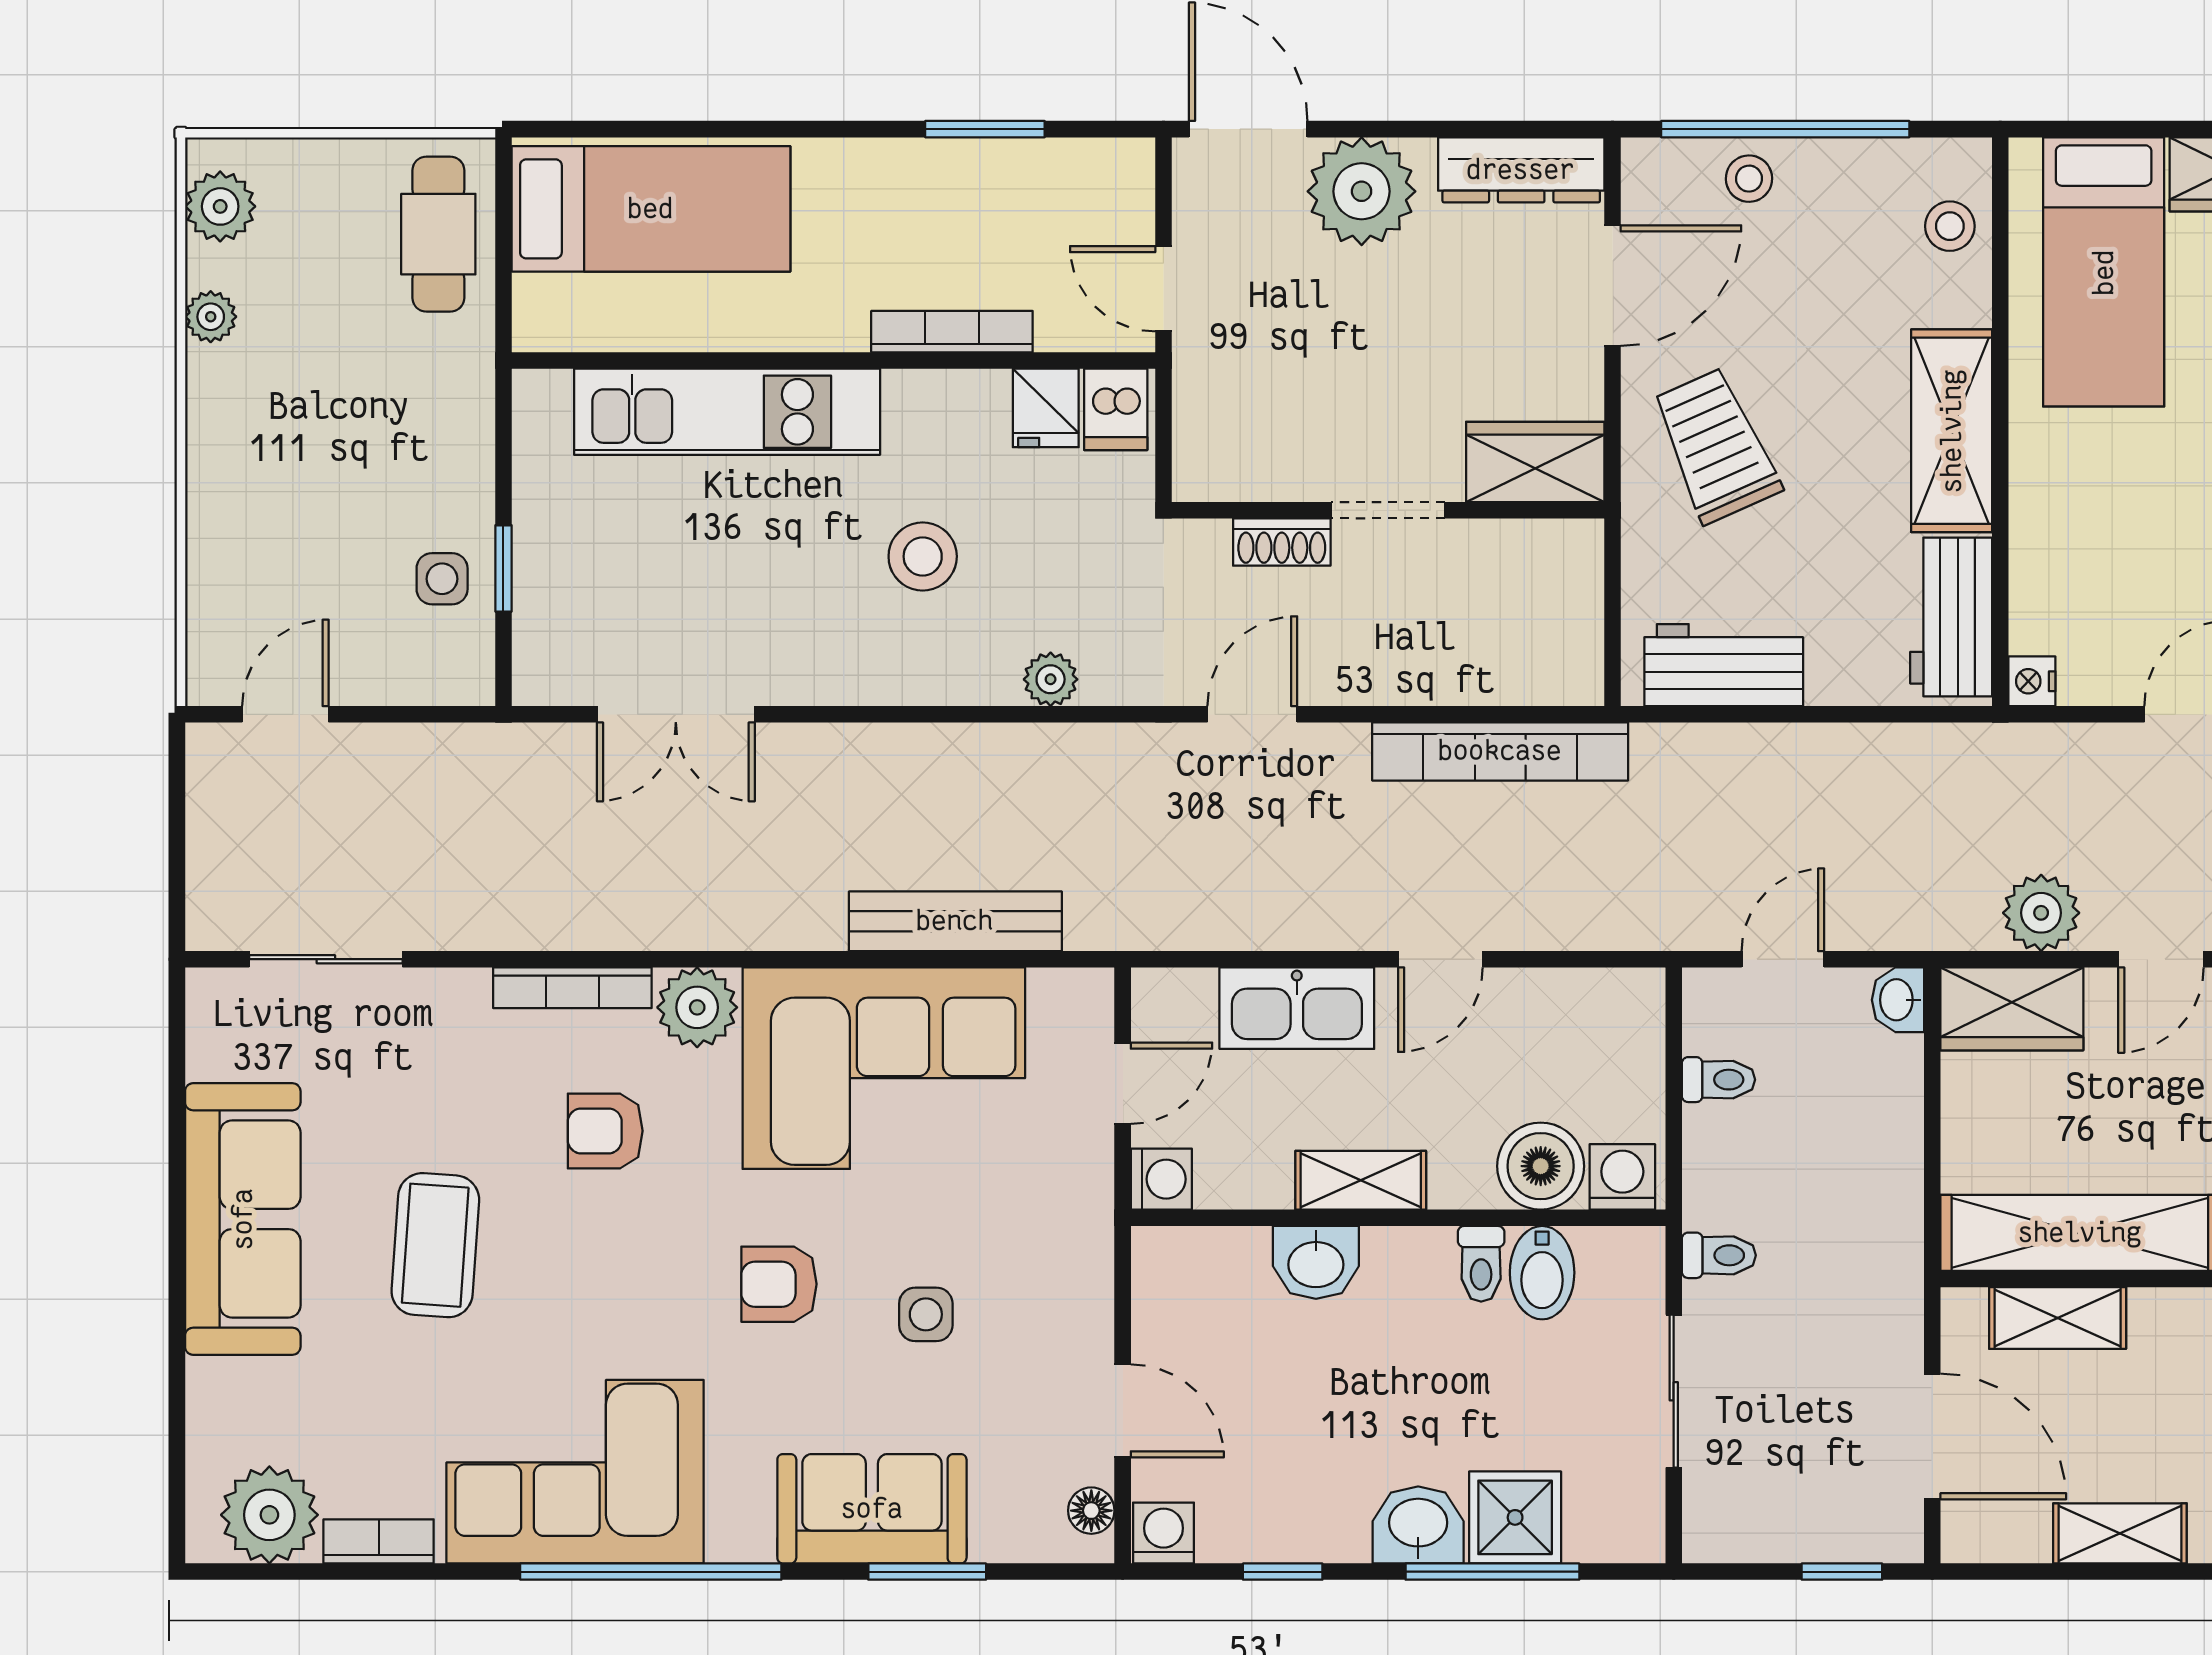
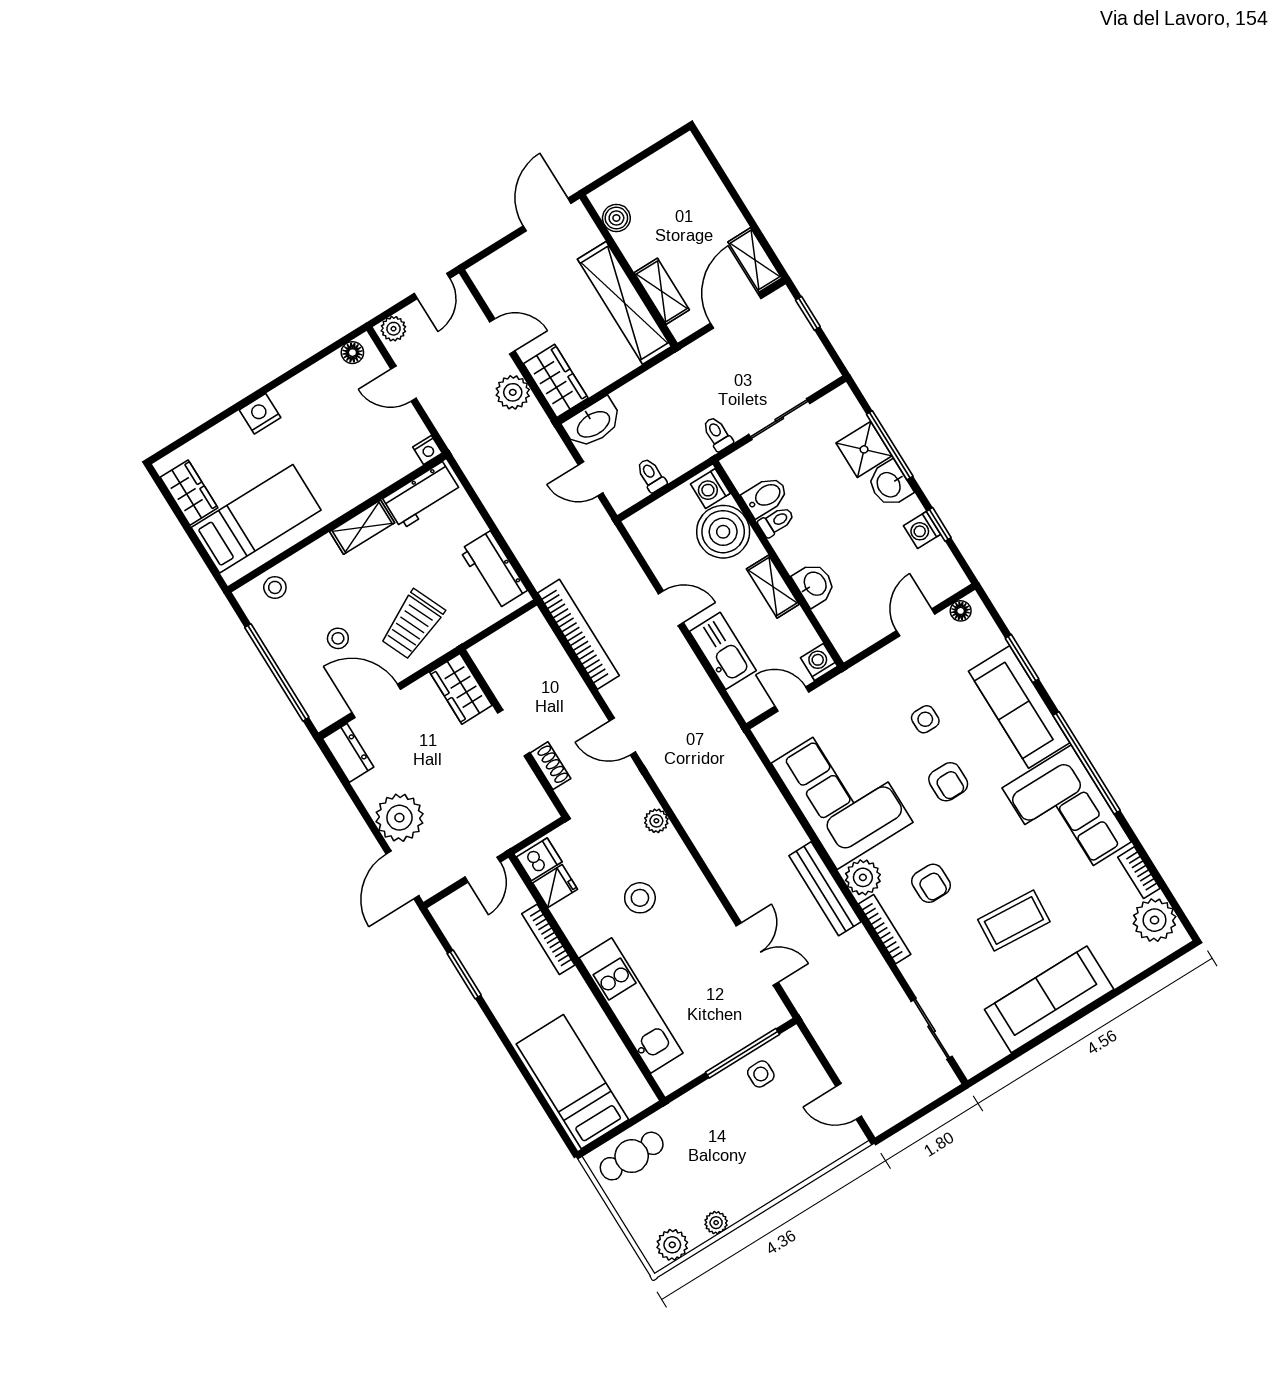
dresser: (1521, 170) -> (348, 753), width x0.70
stool: (1749, 179) -> (338, 638), moved
shelving: (1952, 431) -> (362, 527), width x0.67, depth x0.75
window: (503, 568) -> (743, 1053), width x2.17
bench: (955, 921) -> (825, 889), moved
washbasin: (1898, 1000) -> (593, 424), width x1.91, depth x1.45
boiler: (1541, 1166) -> (723, 532), width x1.37, depth x1.37
sofa: (872, 1509) -> (1019, 707), width x1.36
washing machine: (1164, 1533) -> (922, 530), moved
shelving: (2120, 1533) -> (755, 260), moved

